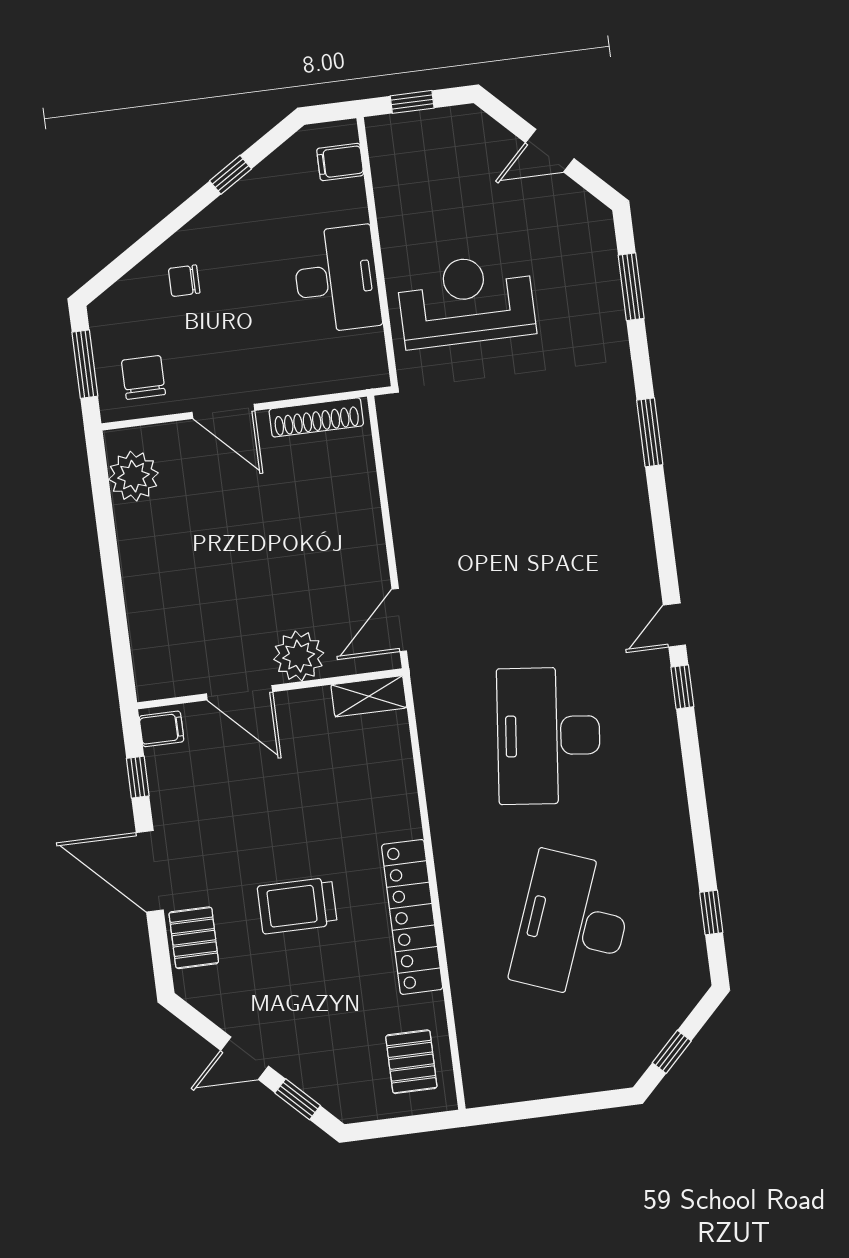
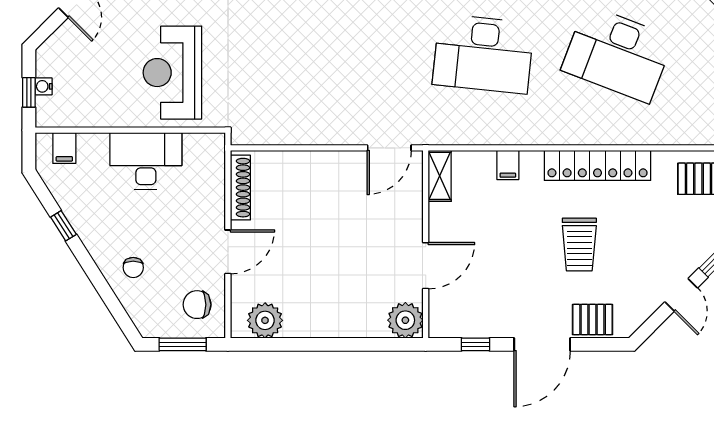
water cooler: (423, 122) -> (44, 86), added
door: (399, 620) -> (389, 148), hinge flipped
plant: (299, 656) -> (405, 320), moved
filing cabinet: (162, 729) -> (508, 165), moved, turned 180

